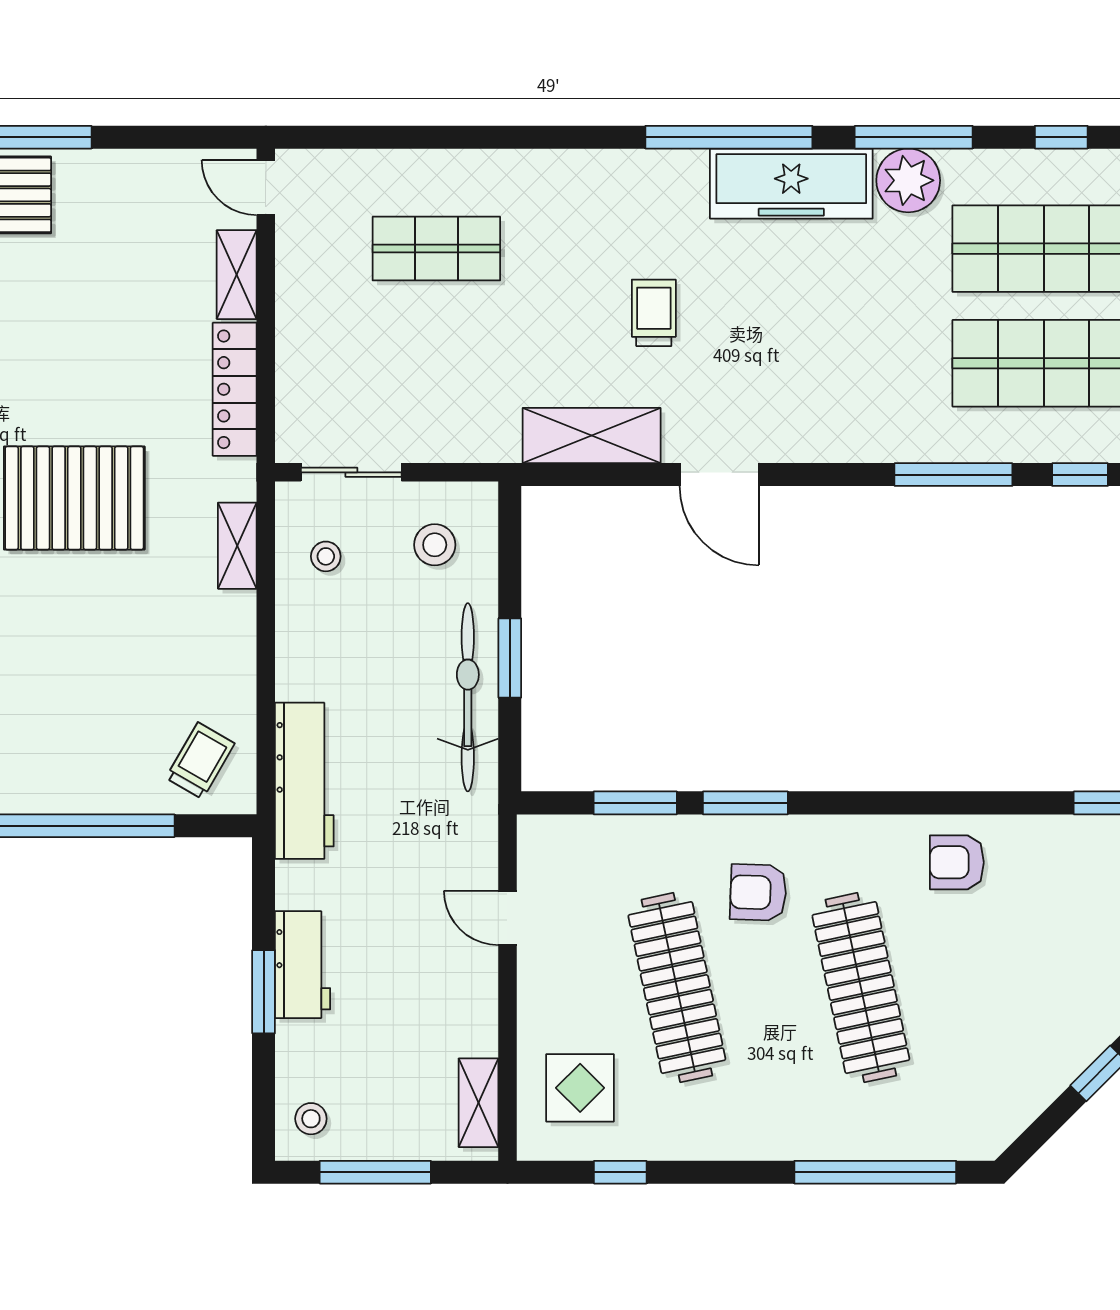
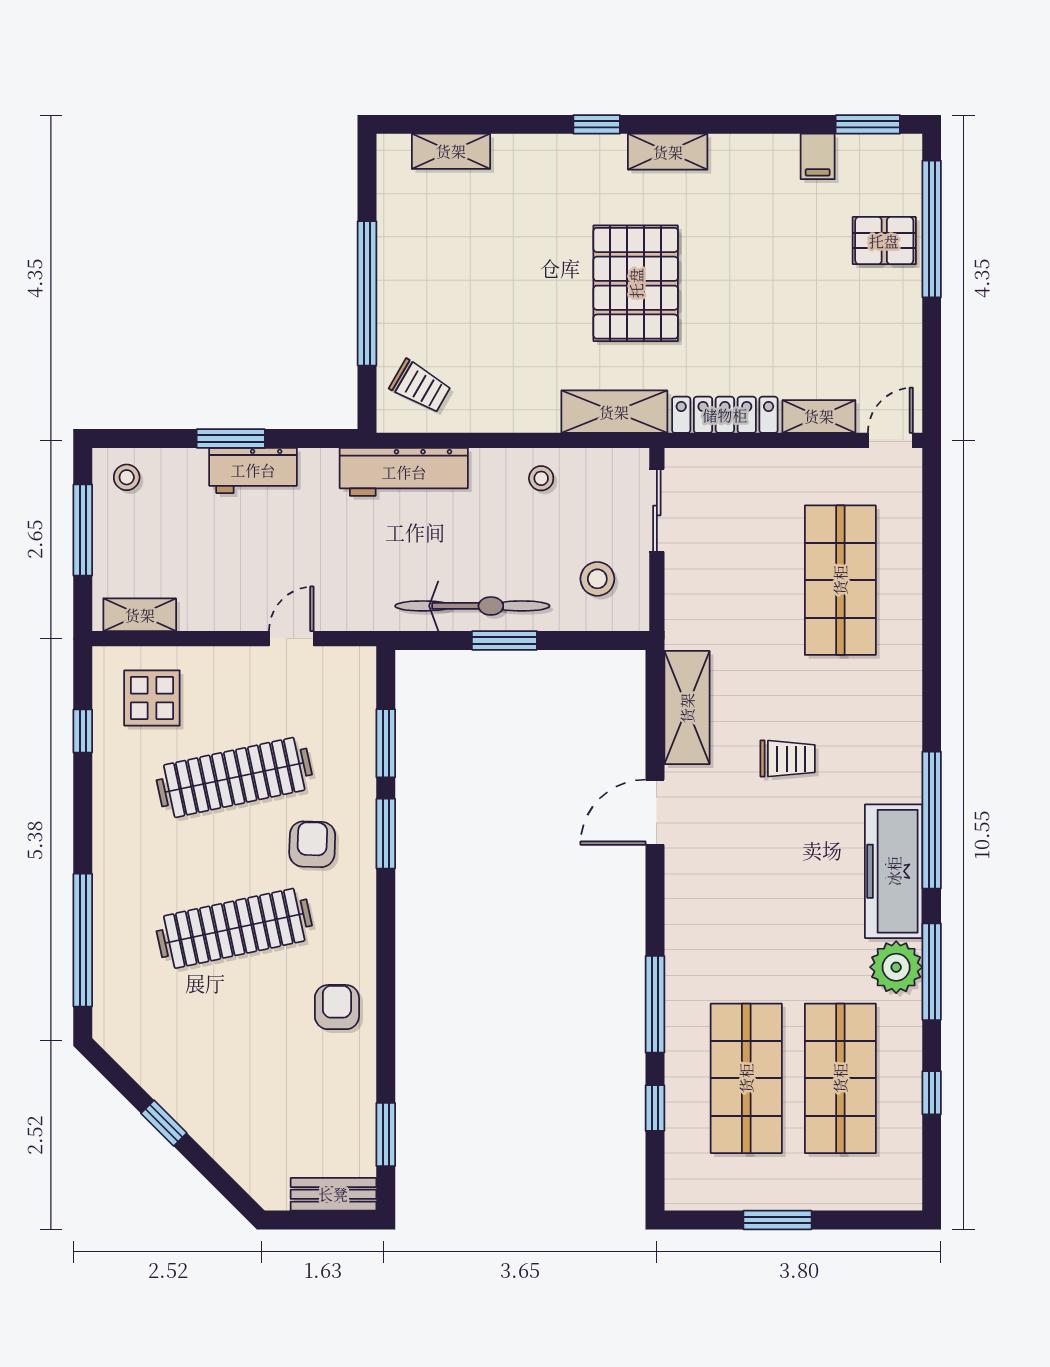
shop shelf: (436, 249) -> (840, 580), width x1.43, depth x1.36
shelving: (237, 546) -> (614, 412), width x1.50, depth x1.33
stool: (326, 556) -> (541, 478), moved

